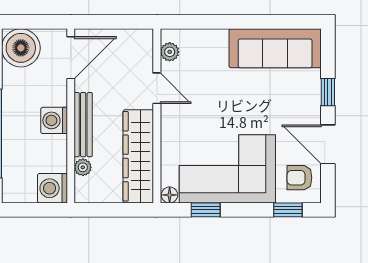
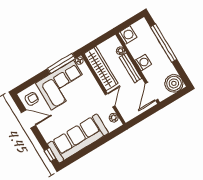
sofa: (275, 48) -> (78, 138), width x1.36, depth x1.27
door: (157, 88) -> (110, 100), swing flipped
window: (328, 92) -> (50, 155), moved
window: (206, 210) -> (61, 63), width x2.17
window: (288, 210) -> (29, 83), removed

